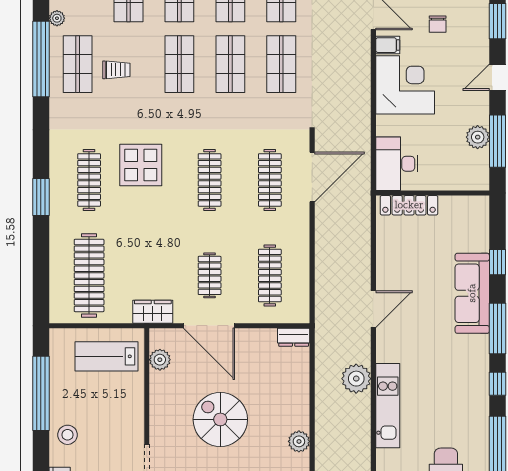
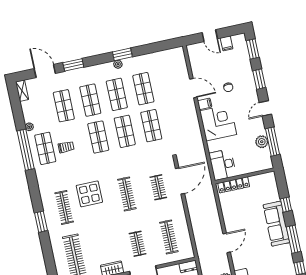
clothes rail: (270, 180) -> (158, 187), width x0.73

